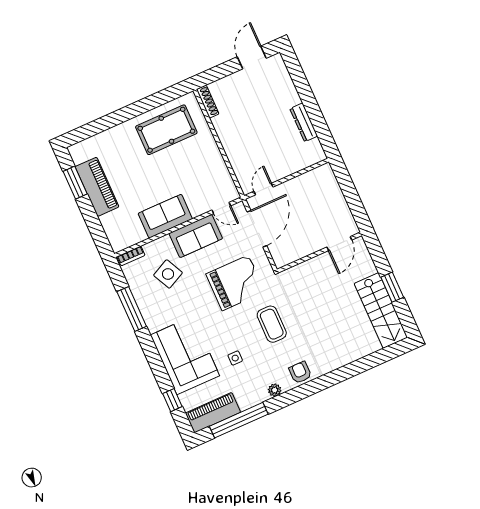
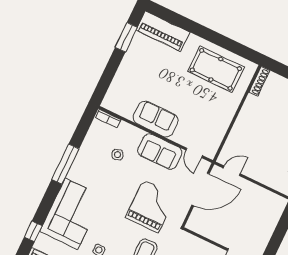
piano: (97, 187) -> (163, 31), moved, turned 90
side table: (168, 274) -> (117, 155), width x0.54, depth x0.54
grand piano: (235, 283) -> (151, 206), turned -90
window: (132, 309) -> (65, 164), moved

